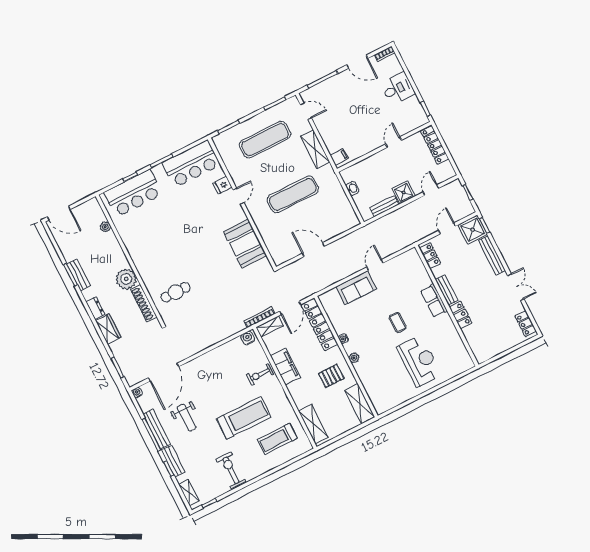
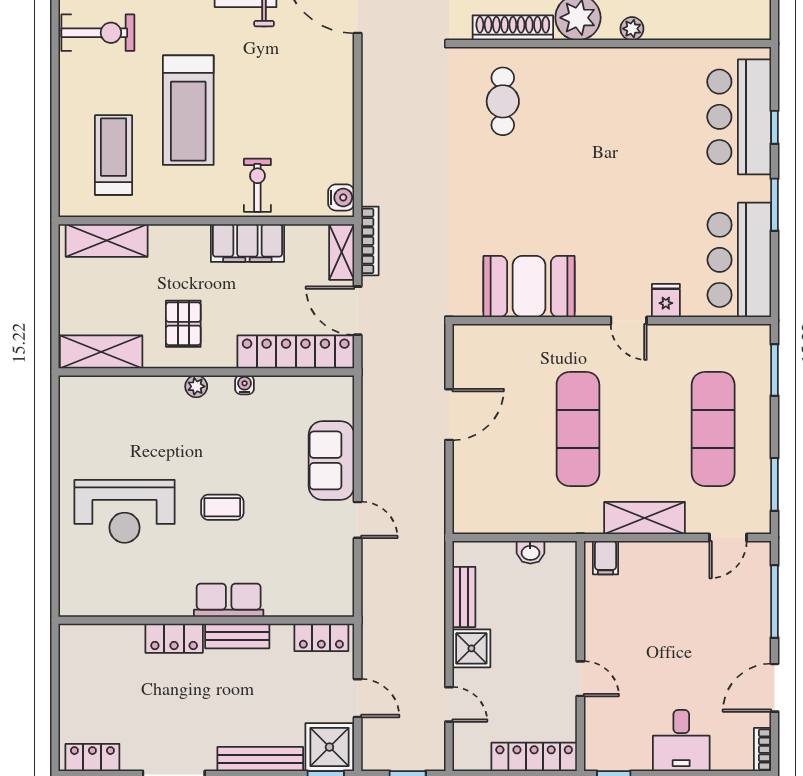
plant: (105, 227) -> (632, 29), moved

